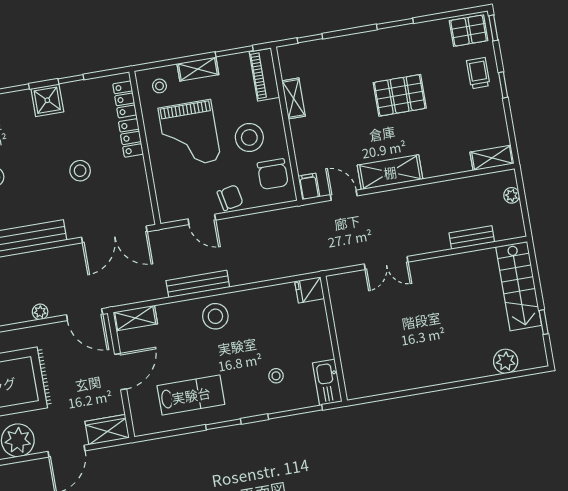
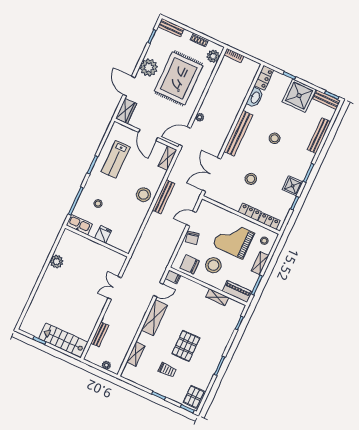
trolley: (478, 73) -> (167, 370), moved
shelving: (492, 158) -> (136, 354), moved
fridge: (310, 290) -> (103, 234), moved
plant: (506, 361) -> (57, 262), moved

